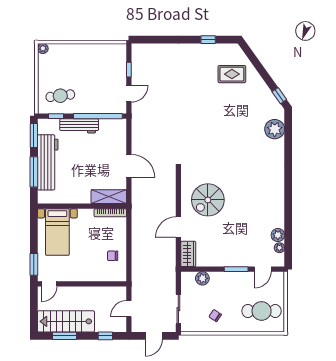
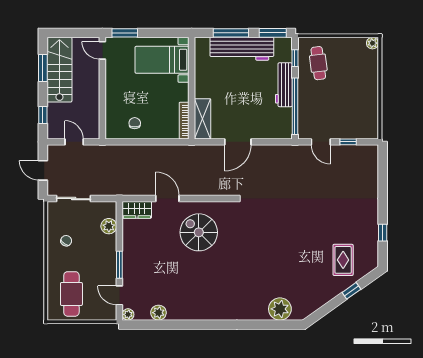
window: (279, 96) -> (351, 291), moved
plant: (279, 248) -> (128, 314), moved

